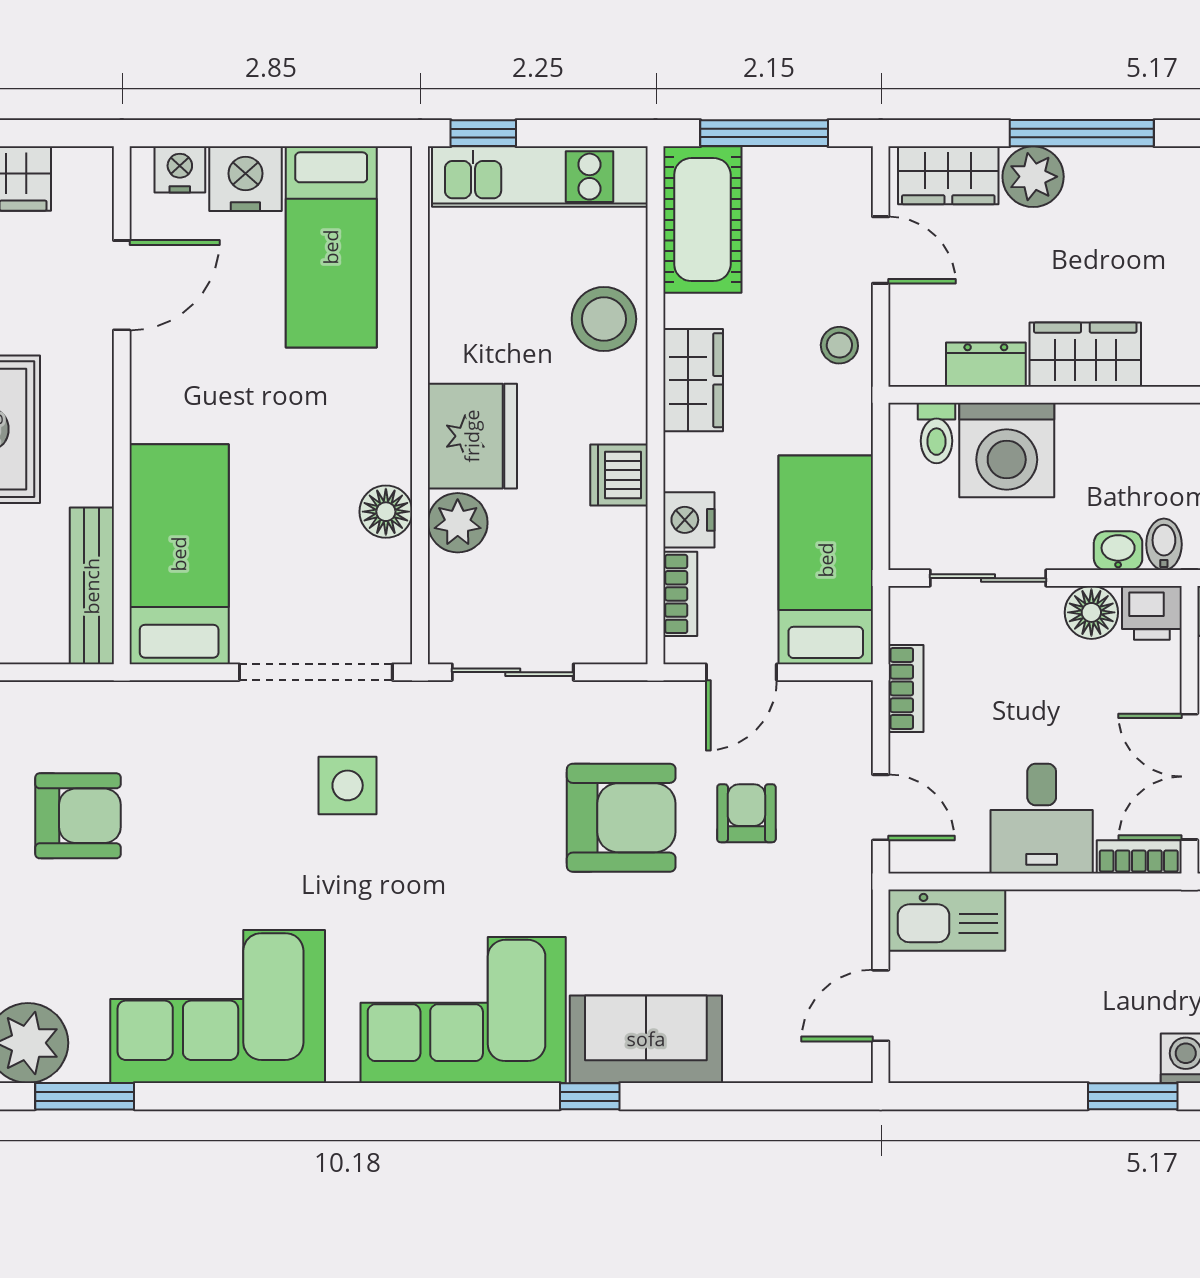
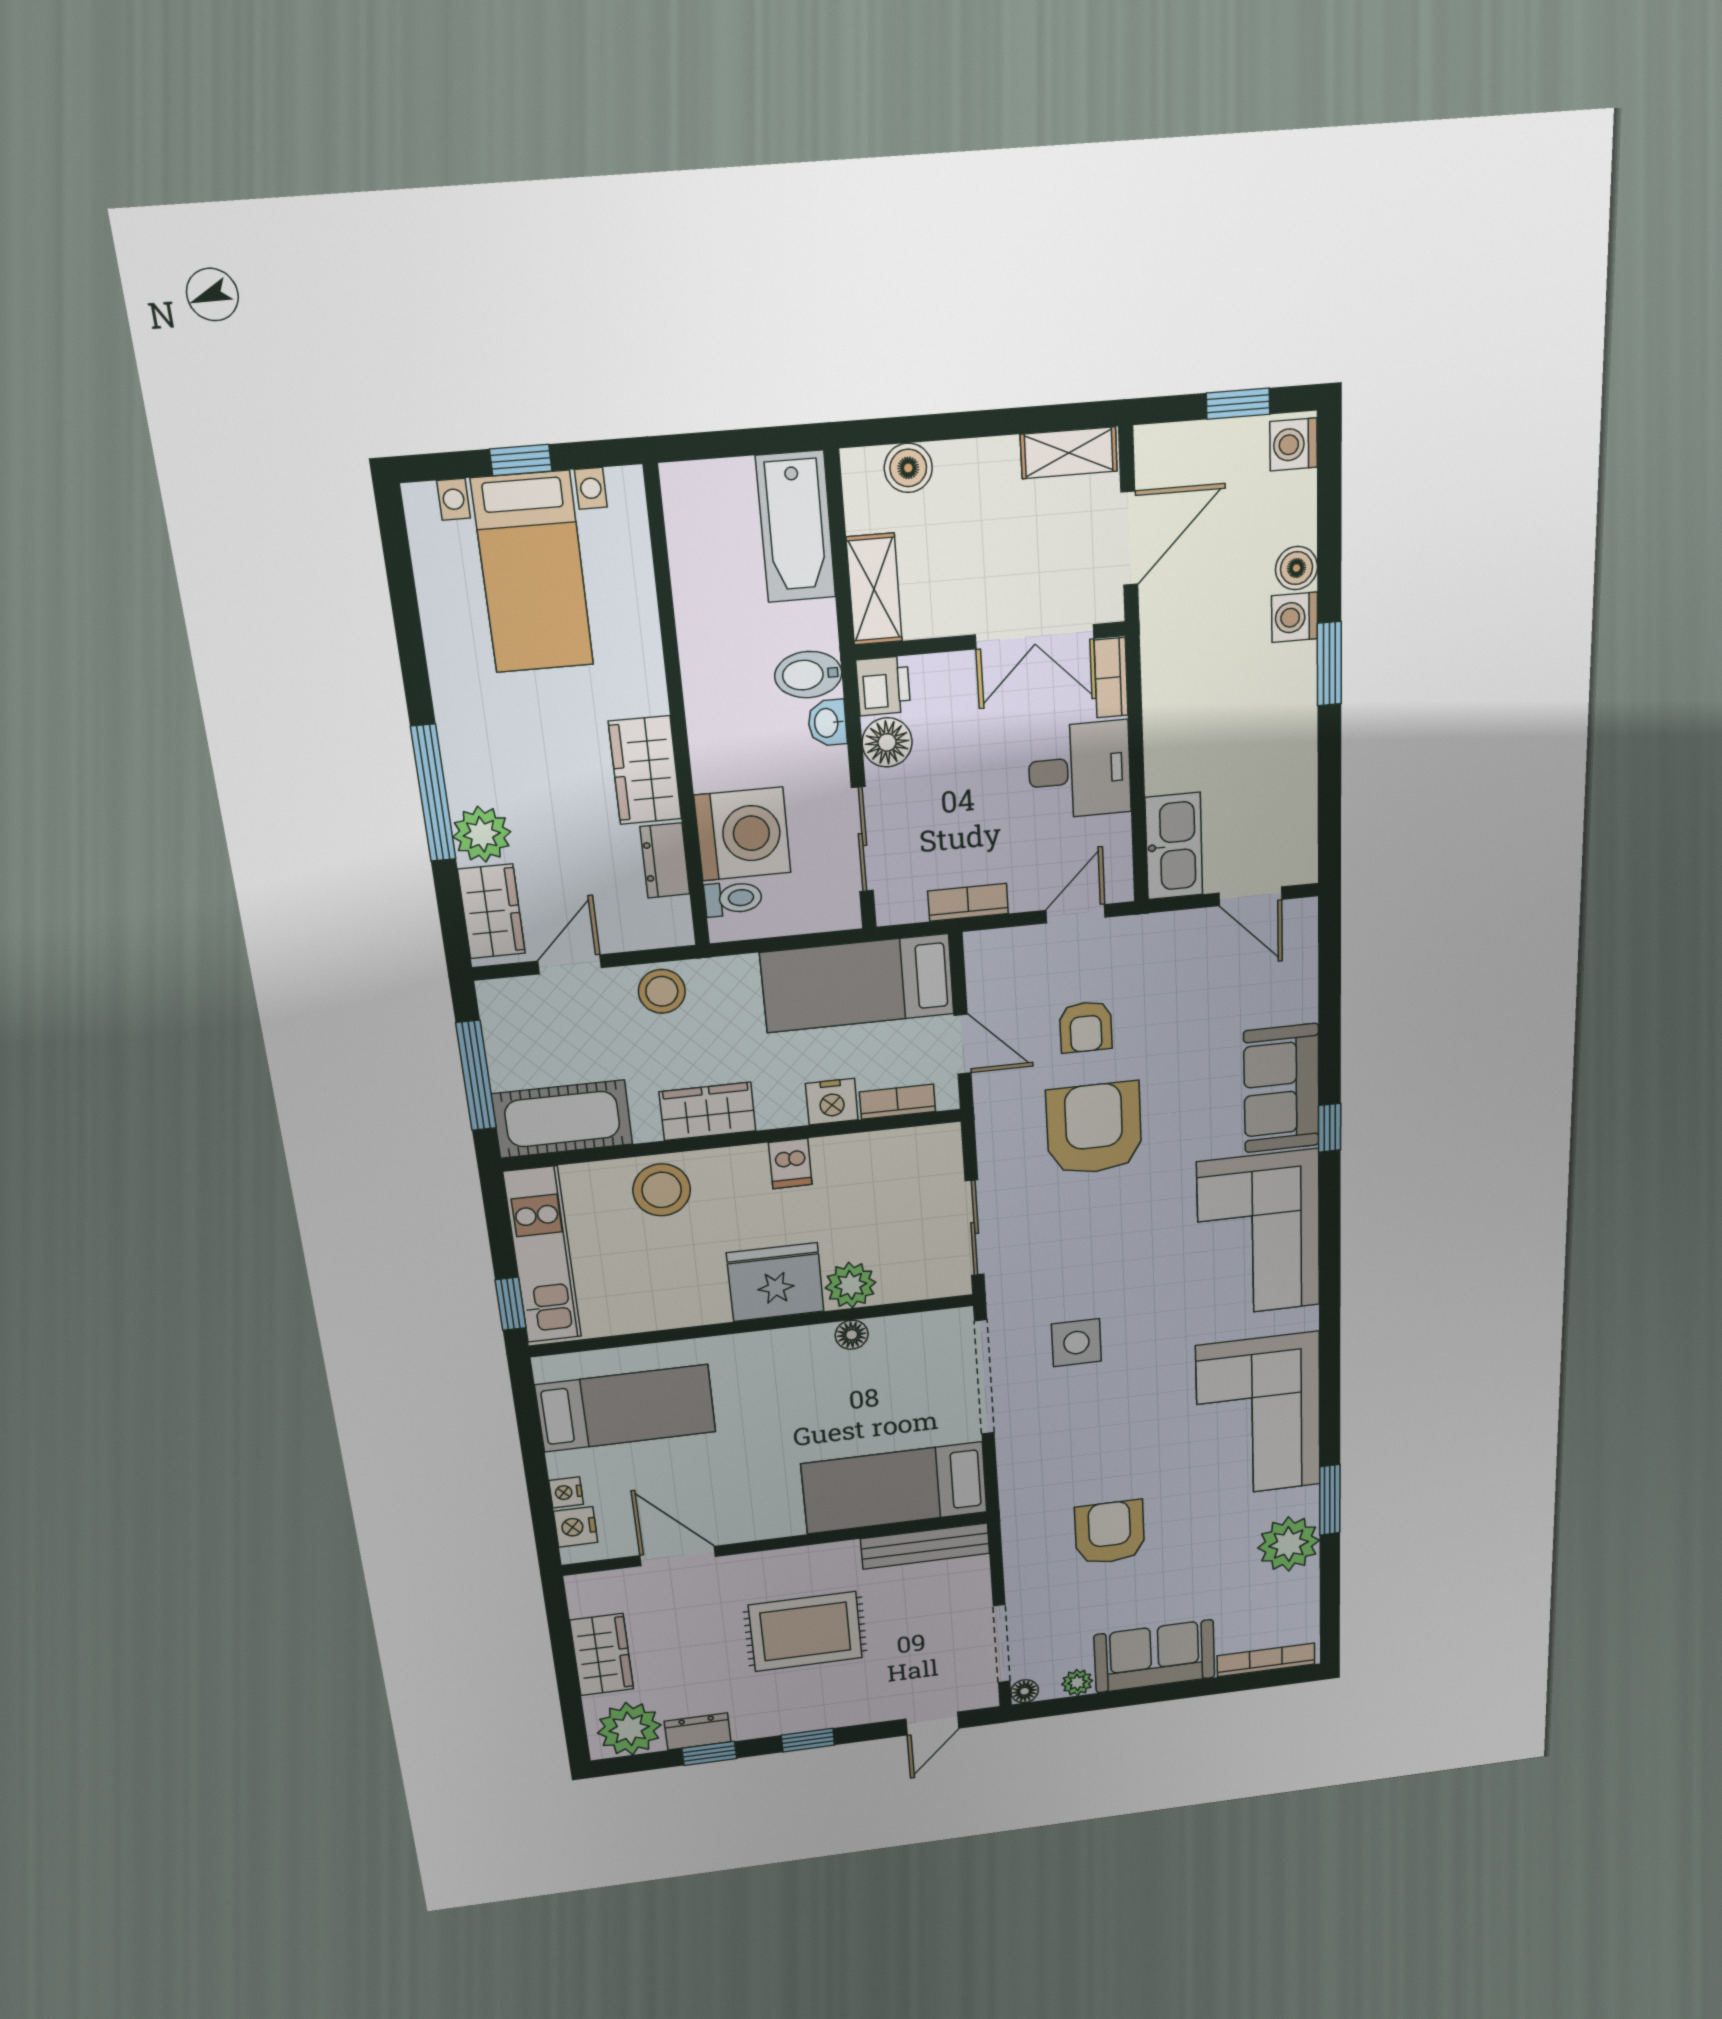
nightstand: (245, 179) -> (566, 1492), width x0.53, depth x0.56
stool: (839, 345) -> (662, 991), width x1.37, depth x1.37
dishwasher: (619, 475) -> (790, 1164), width x0.73
floor lamp: (386, 512) -> (852, 1335), width x0.73, depth x0.73
bidet: (1164, 544) -> (808, 675), width x1.38, depth x1.36
armchair: (746, 813) -> (1086, 1027), turned -90

